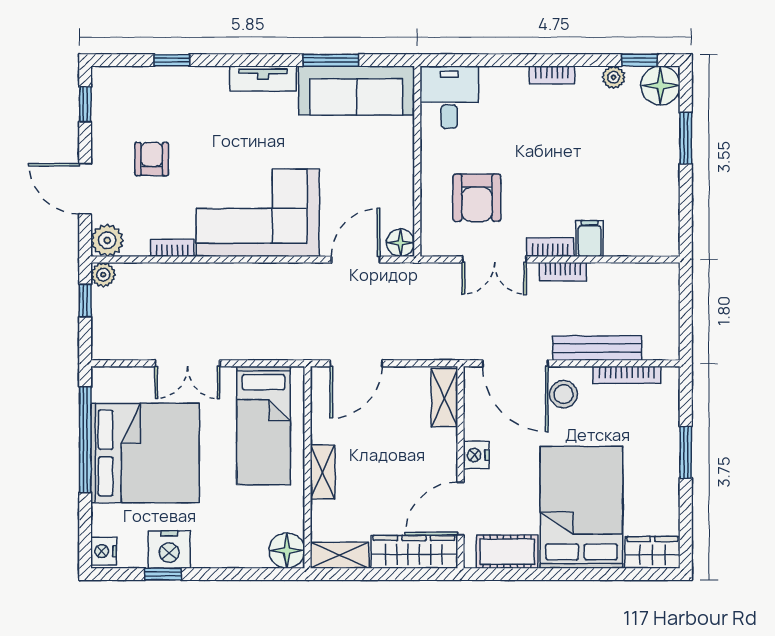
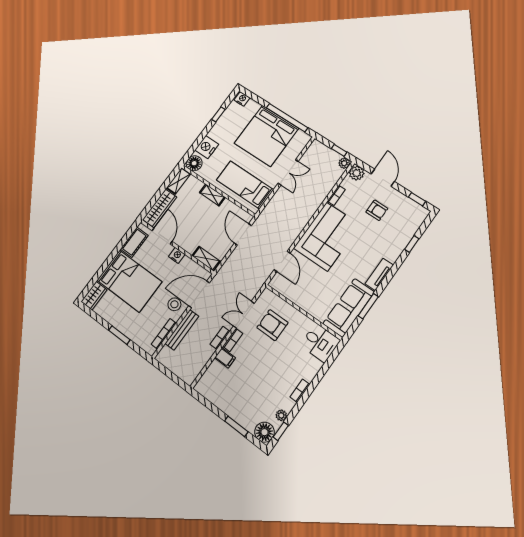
door: (85, 189) -> (383, 178), hinge flipped
floor lamp: (400, 243) -> (276, 283), removed
double door: (187, 363) -> (288, 172), swing flipped
nightstand: (169, 550) -> (207, 147), moved

